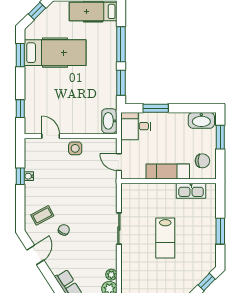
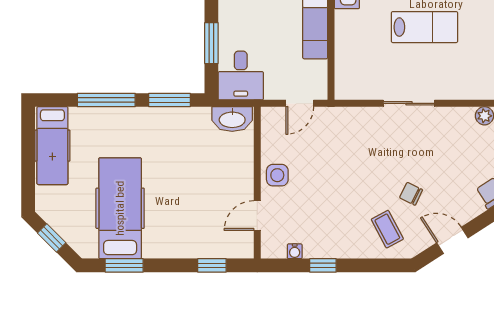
water cooler: (29, 176) -> (295, 251), moved

